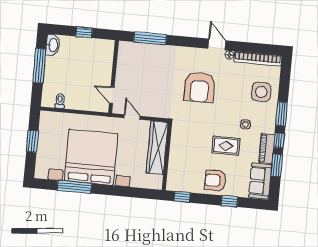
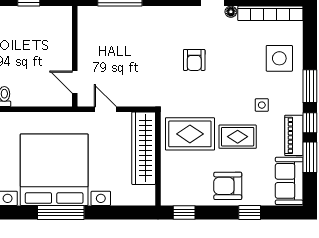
armchair: (200, 87) -> (194, 60), width x0.53, depth x0.53
rug: (192, 140) -> (190, 134), added
window: (74, 187) -> (61, 213), moved

